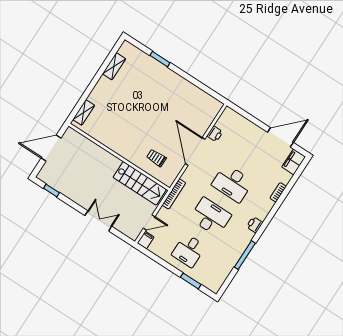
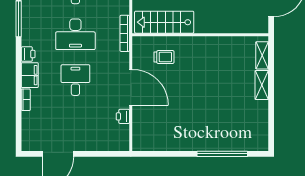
window: (160, 59) -> (222, 154), width x2.11
shelving: (114, 66) -> (262, 85), moved
filing cabinet: (294, 162) -> (30, 75), moved
desk: (232, 183) -> (75, 80), width x0.73

